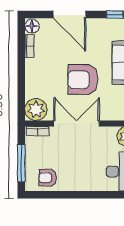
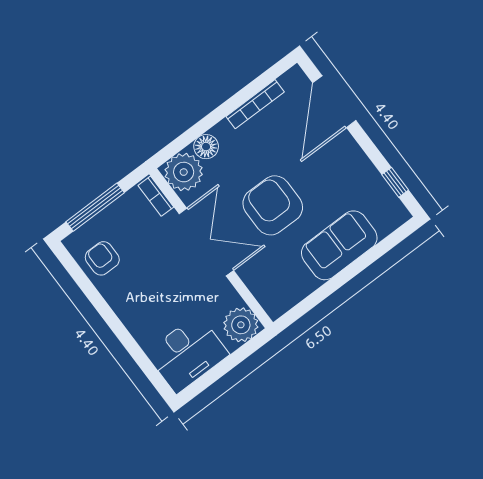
door: (69, 15) -> (334, 102), moved
floor lamp: (32, 26) -> (206, 147), moved
bookcase: (29, 46) -> (255, 104), width x1.56

